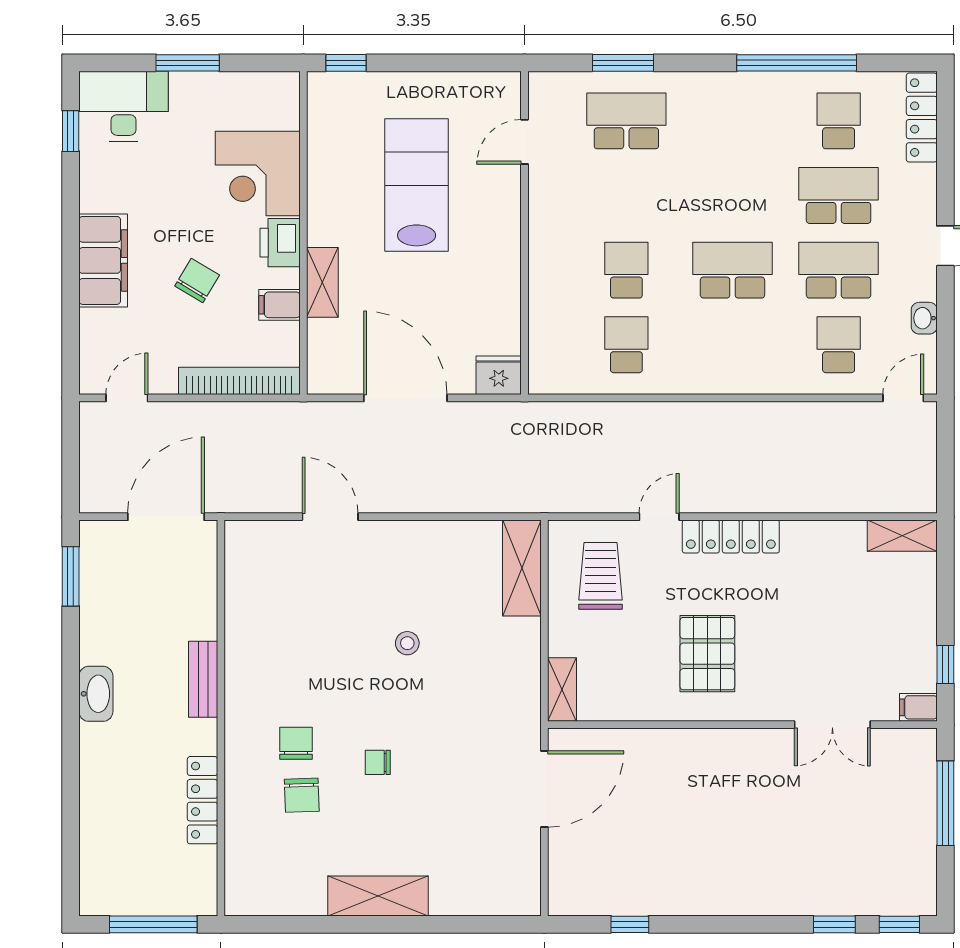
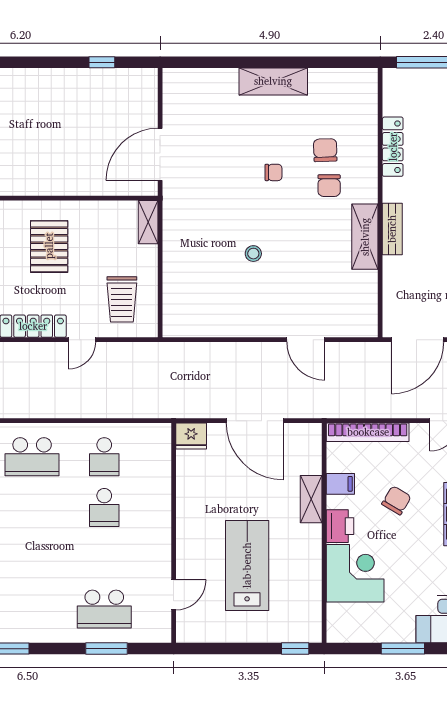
lab bench: (417, 185) -> (247, 565), turned 180
school desk: (732, 270) -> (32, 457), moved
chair: (197, 281) -> (396, 500), turned 180
shelving: (522, 568) -> (365, 237), moved

